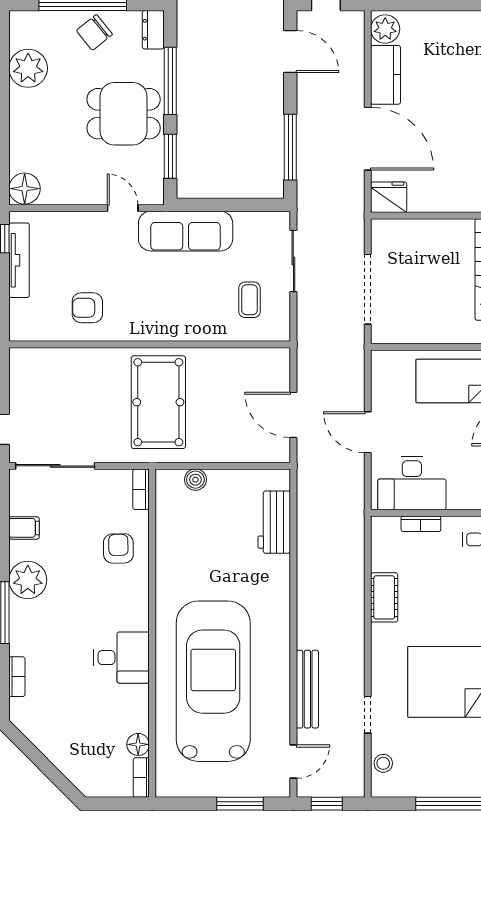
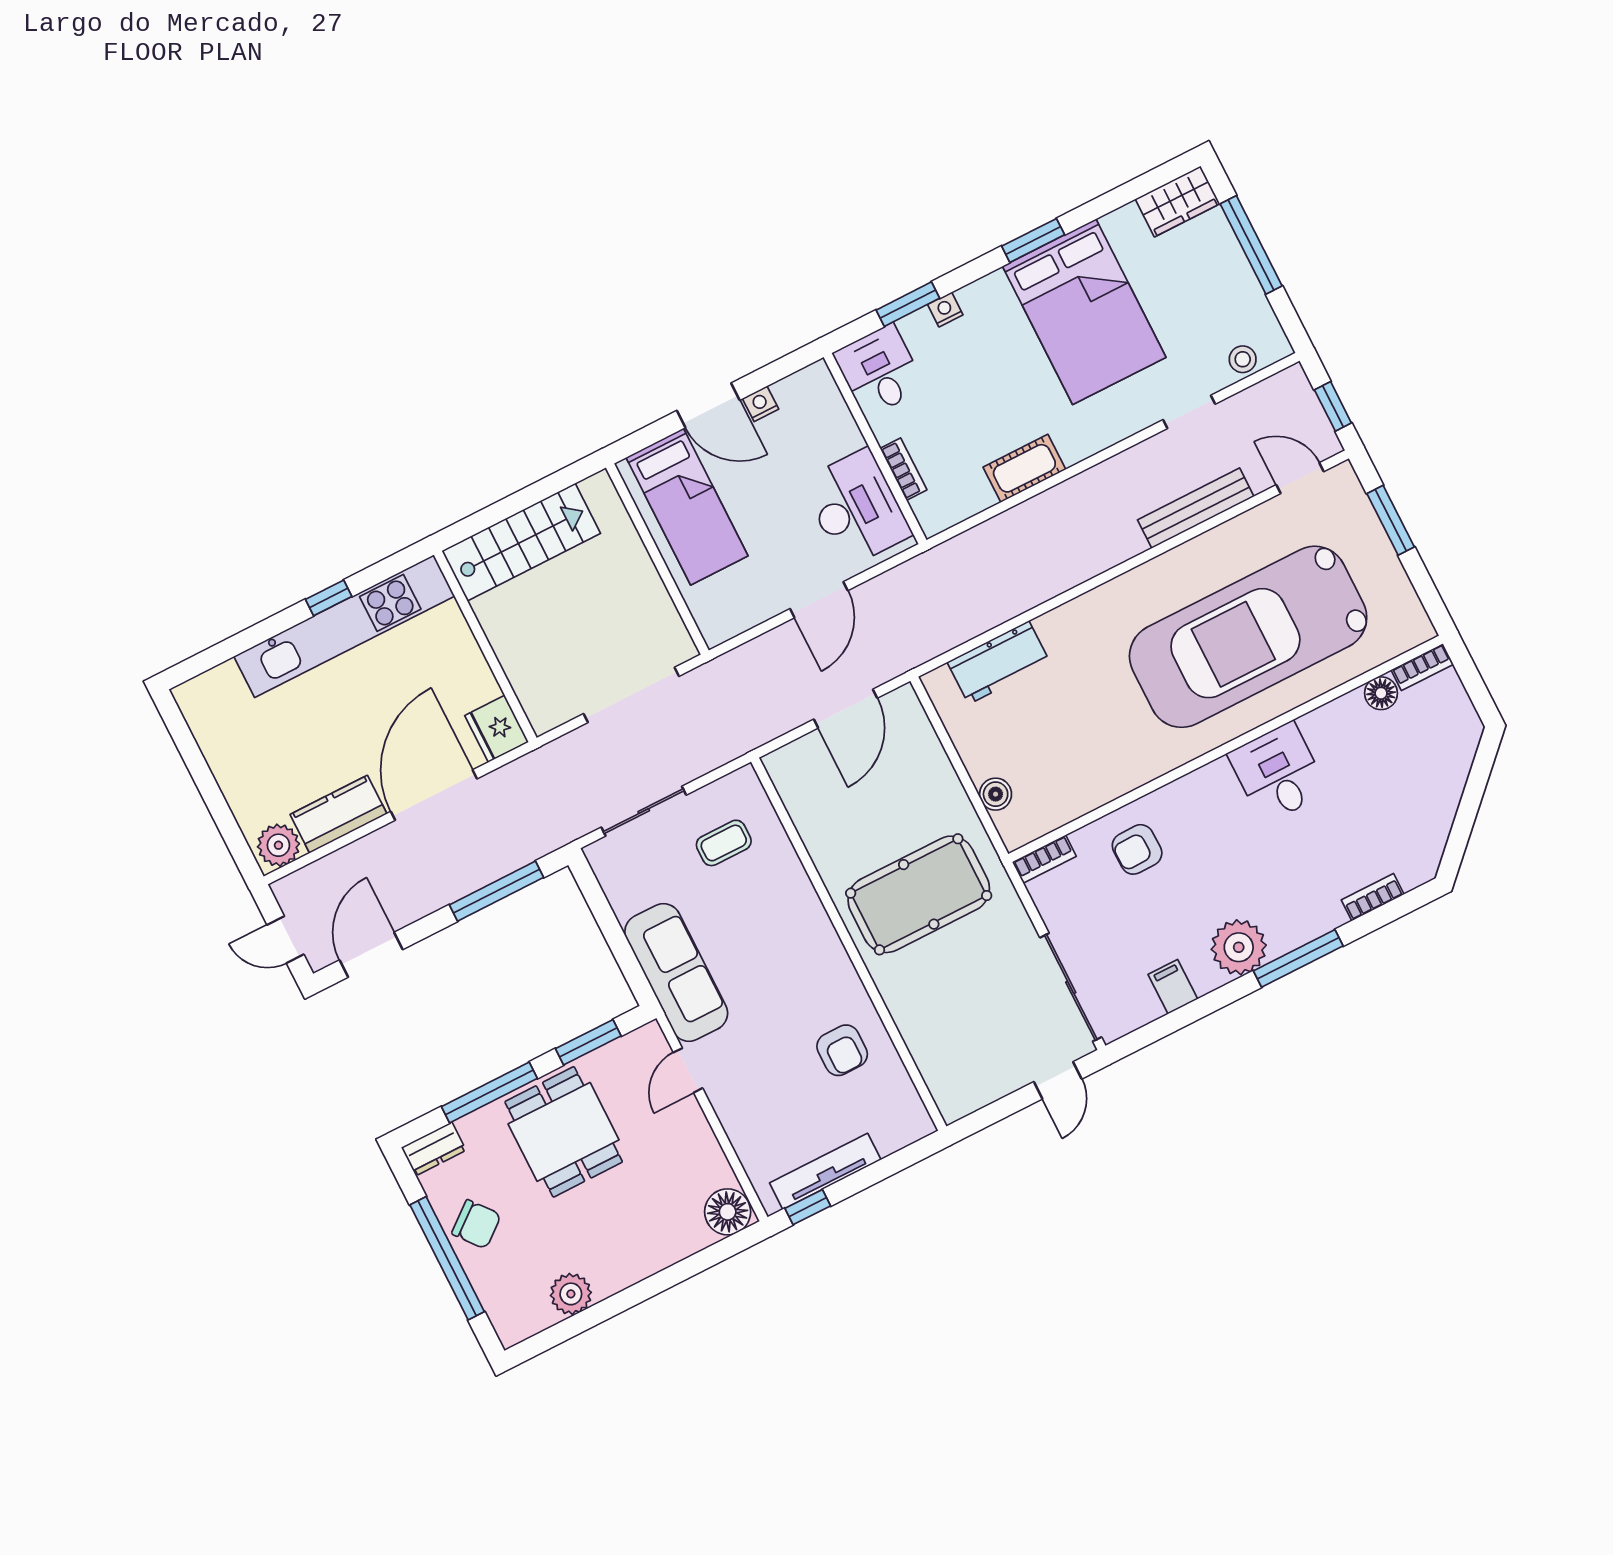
plant: (28, 68) -> (571, 1294), width x0.73, depth x0.73

